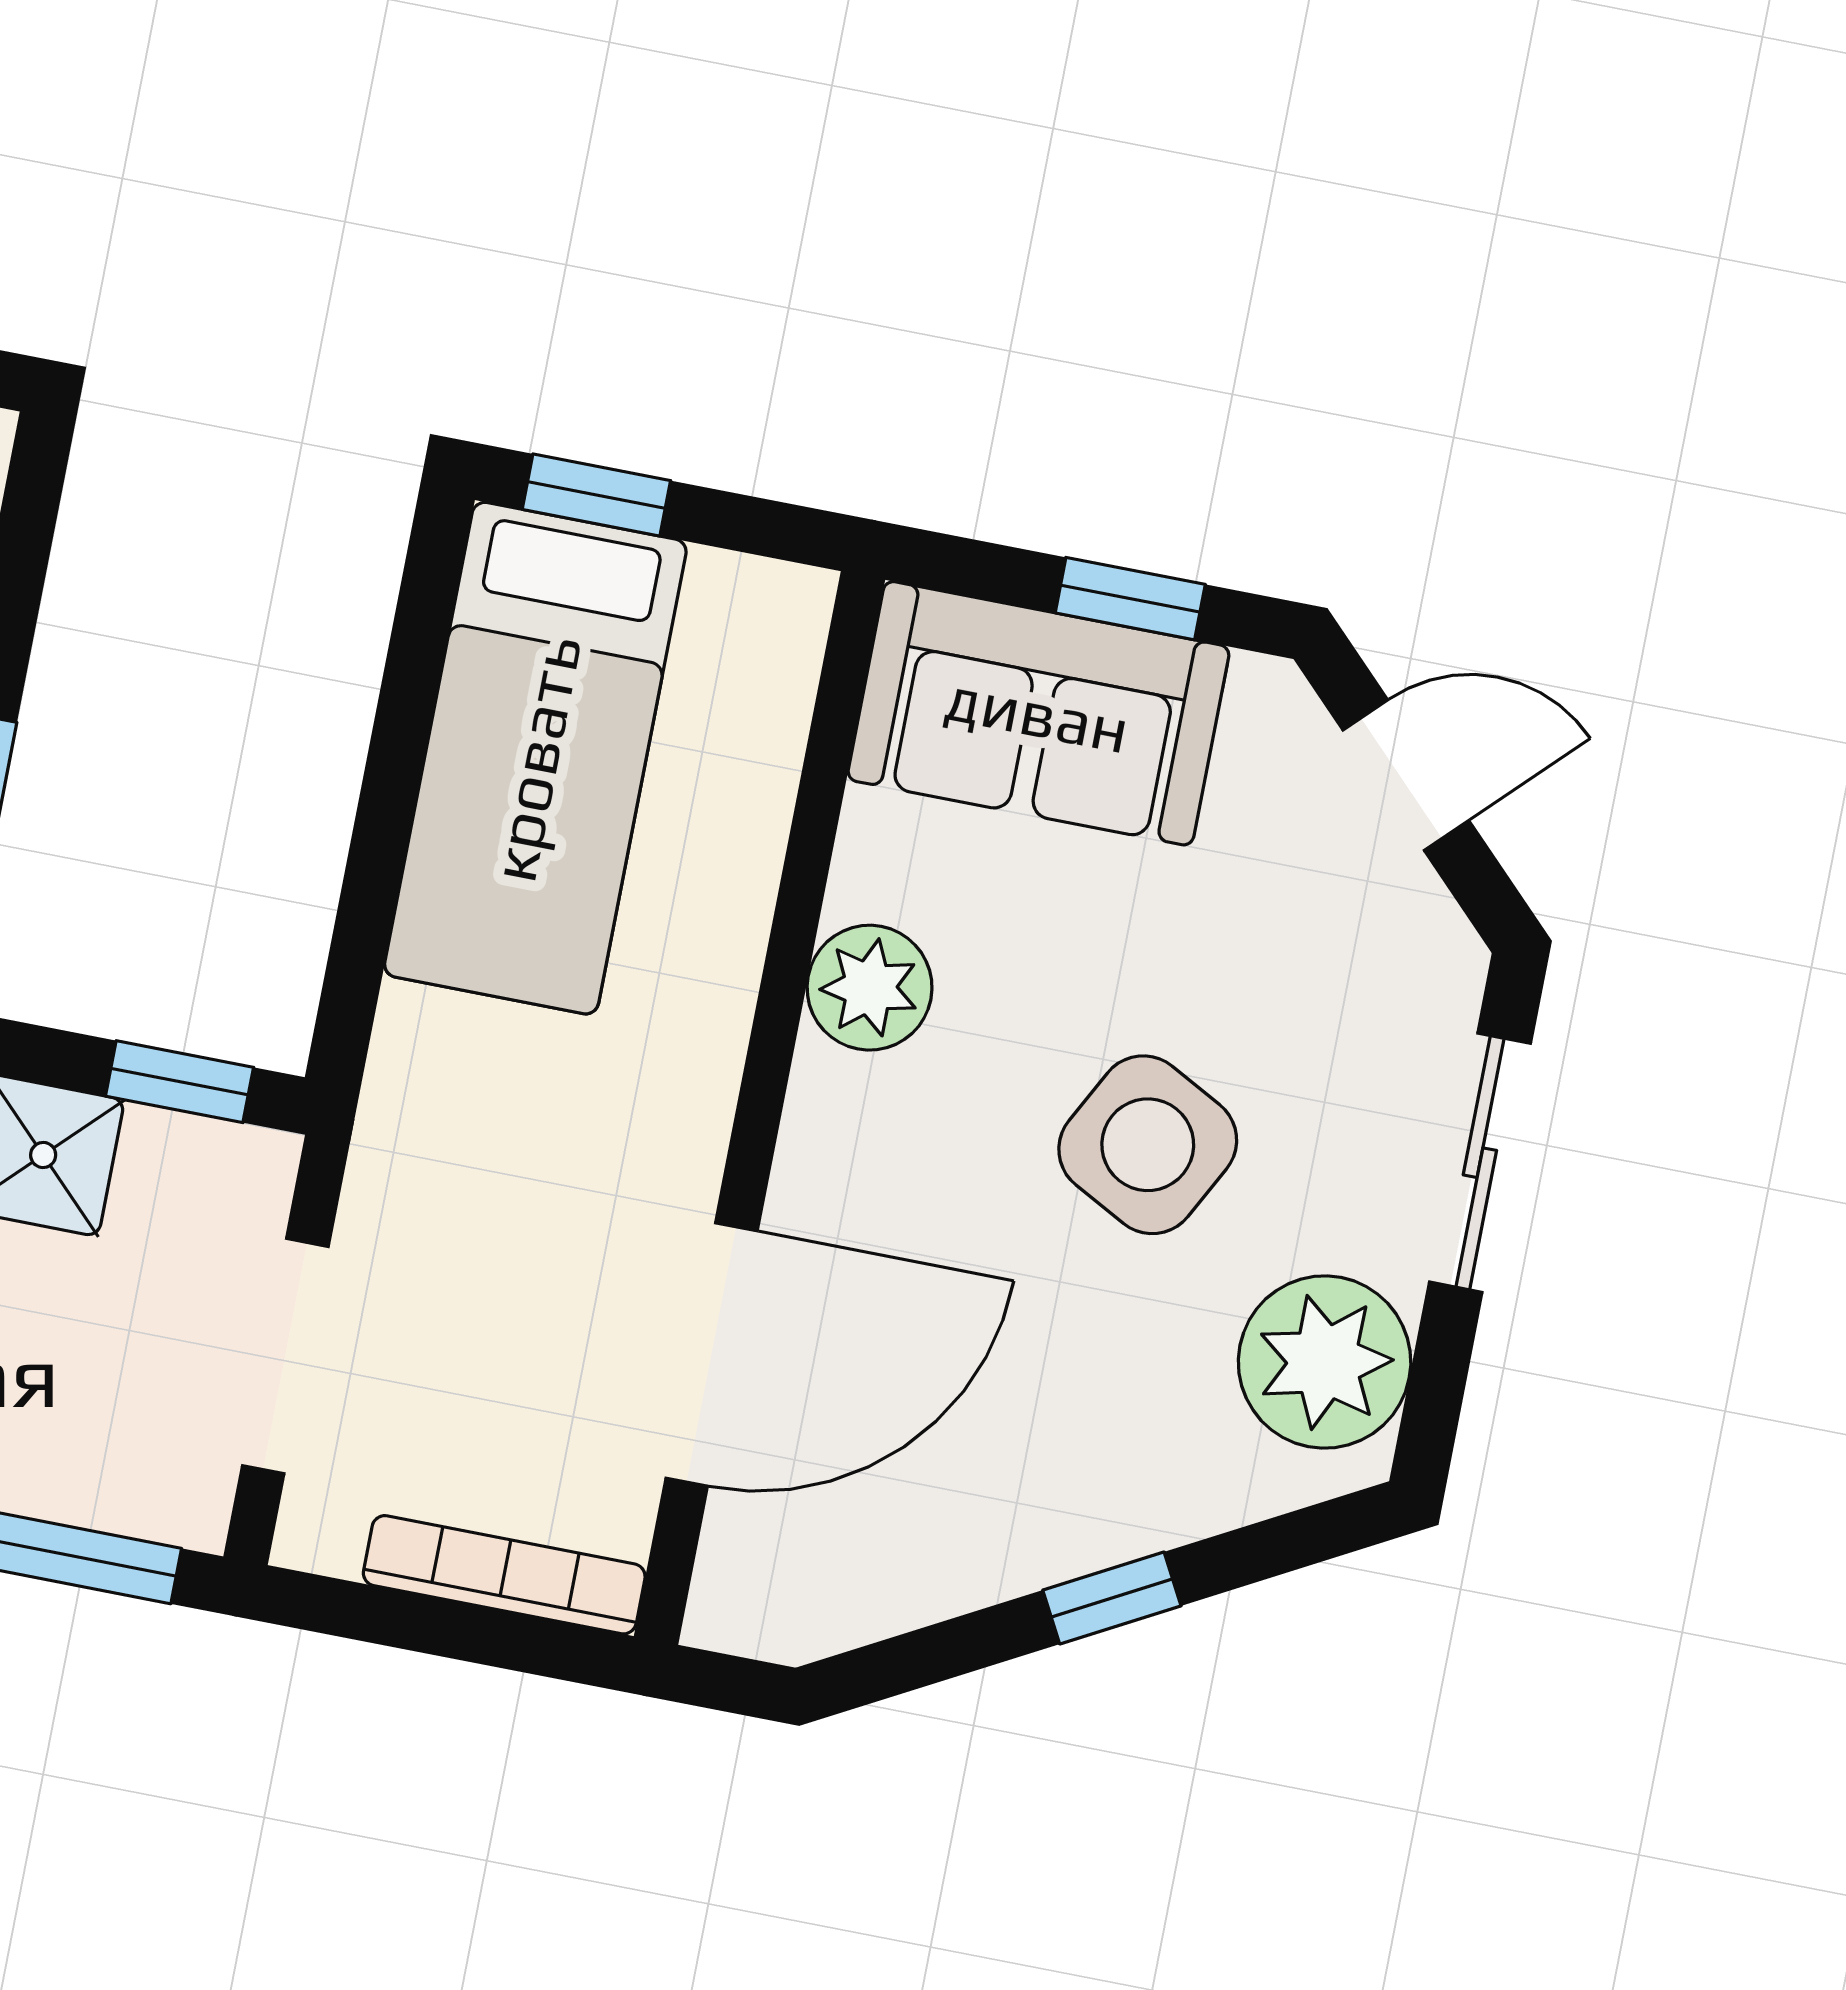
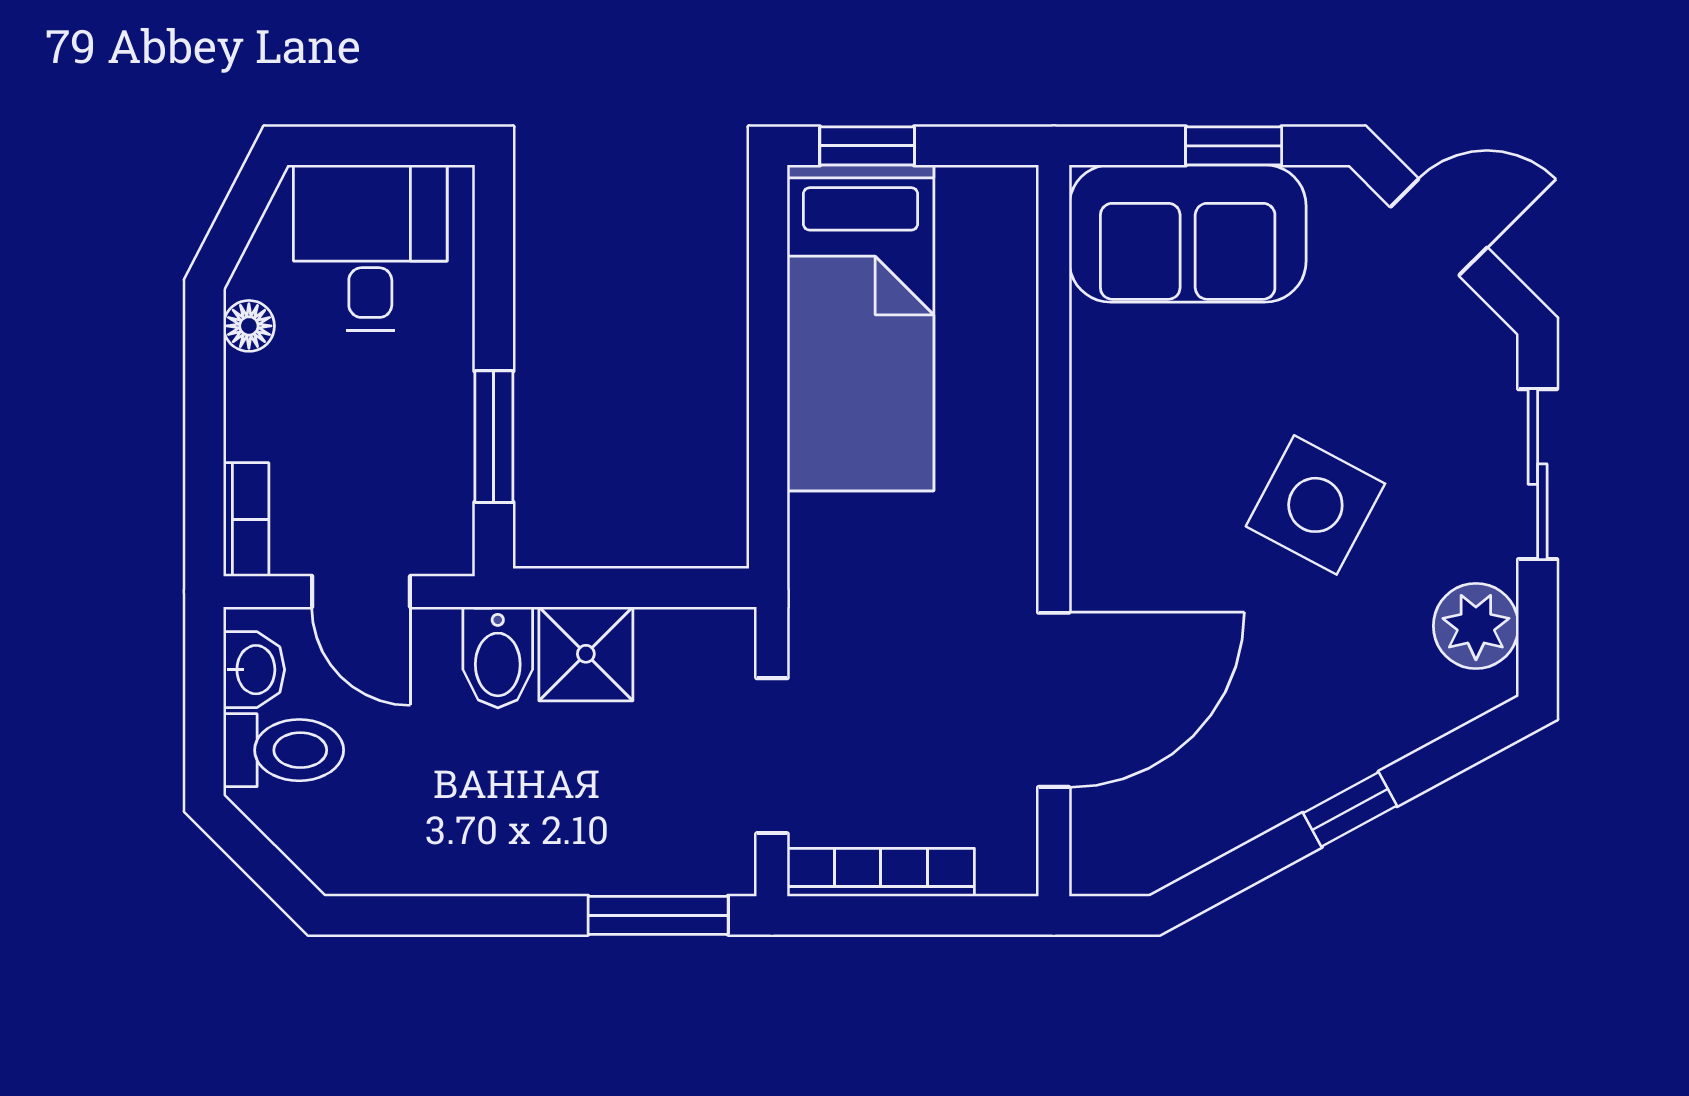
plant: (870, 988) -> (1111, 437), removed
window: (180, 1082) -> (667, 588), removed
plant: (1325, 1362) -> (1476, 626), width x0.73, depth x0.73
bookcase: (504, 1575) -> (881, 872), moved

